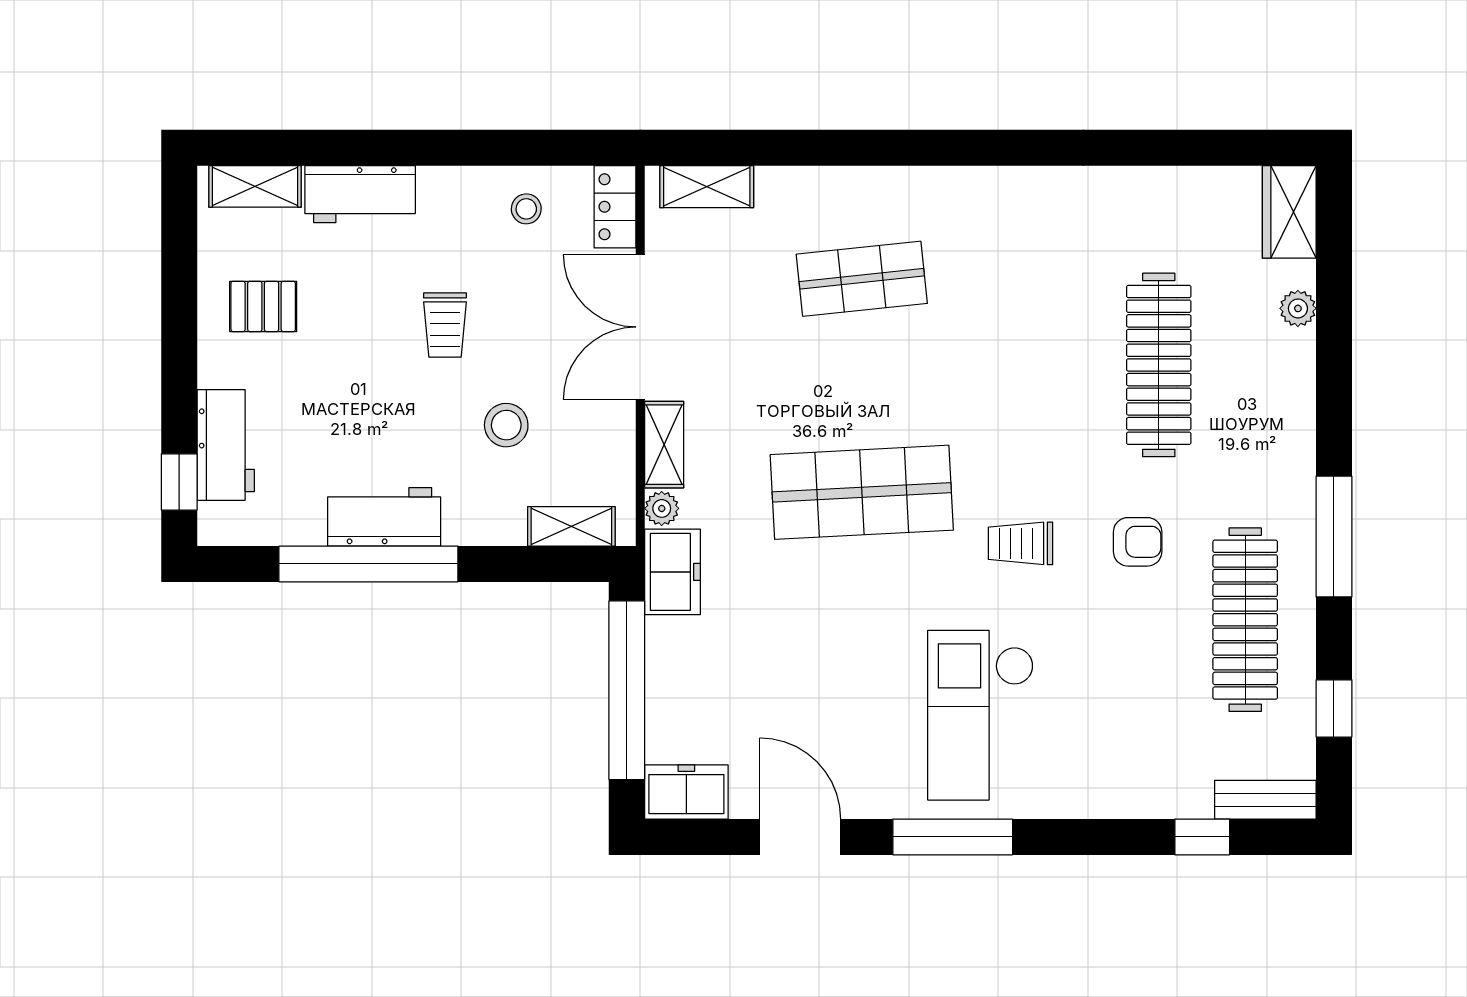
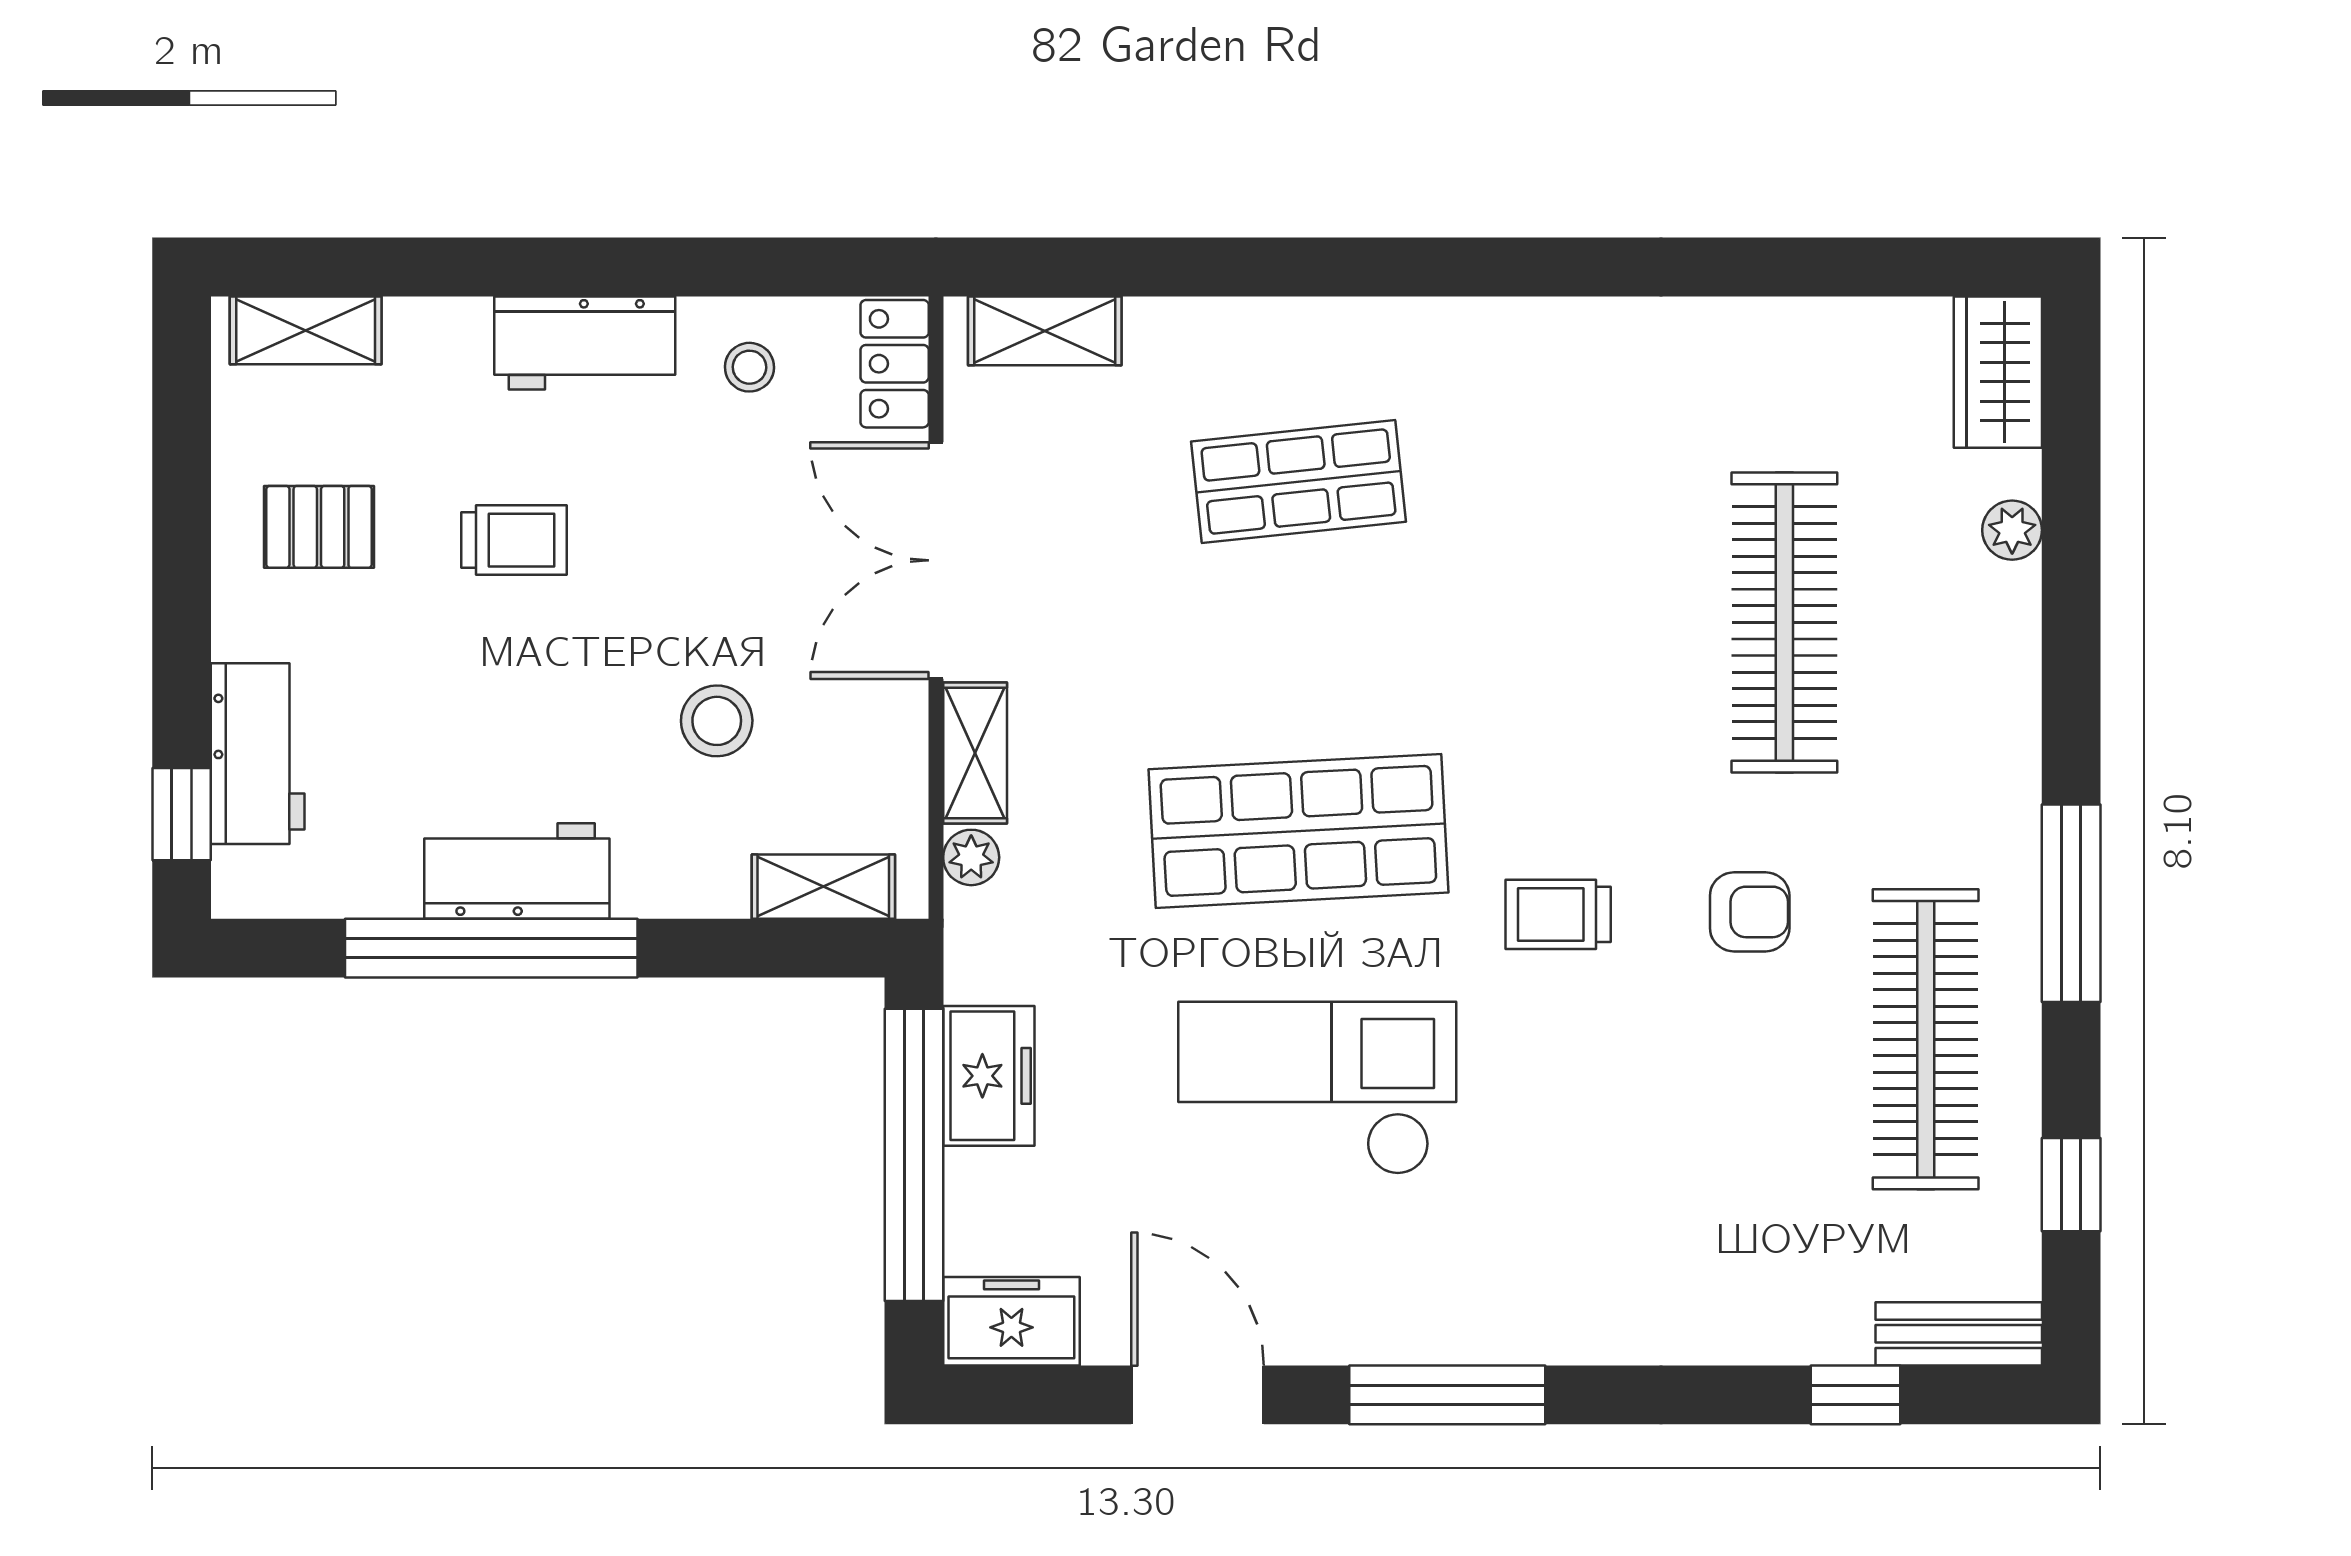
workbench: (360, 194) -> (585, 343), moved
trolley: (445, 325) -> (514, 540), moved, turned -90
freezer: (673, 572) -> (989, 1076), moved
checkout: (981, 715) -> (1317, 1088), moved, turned 90

